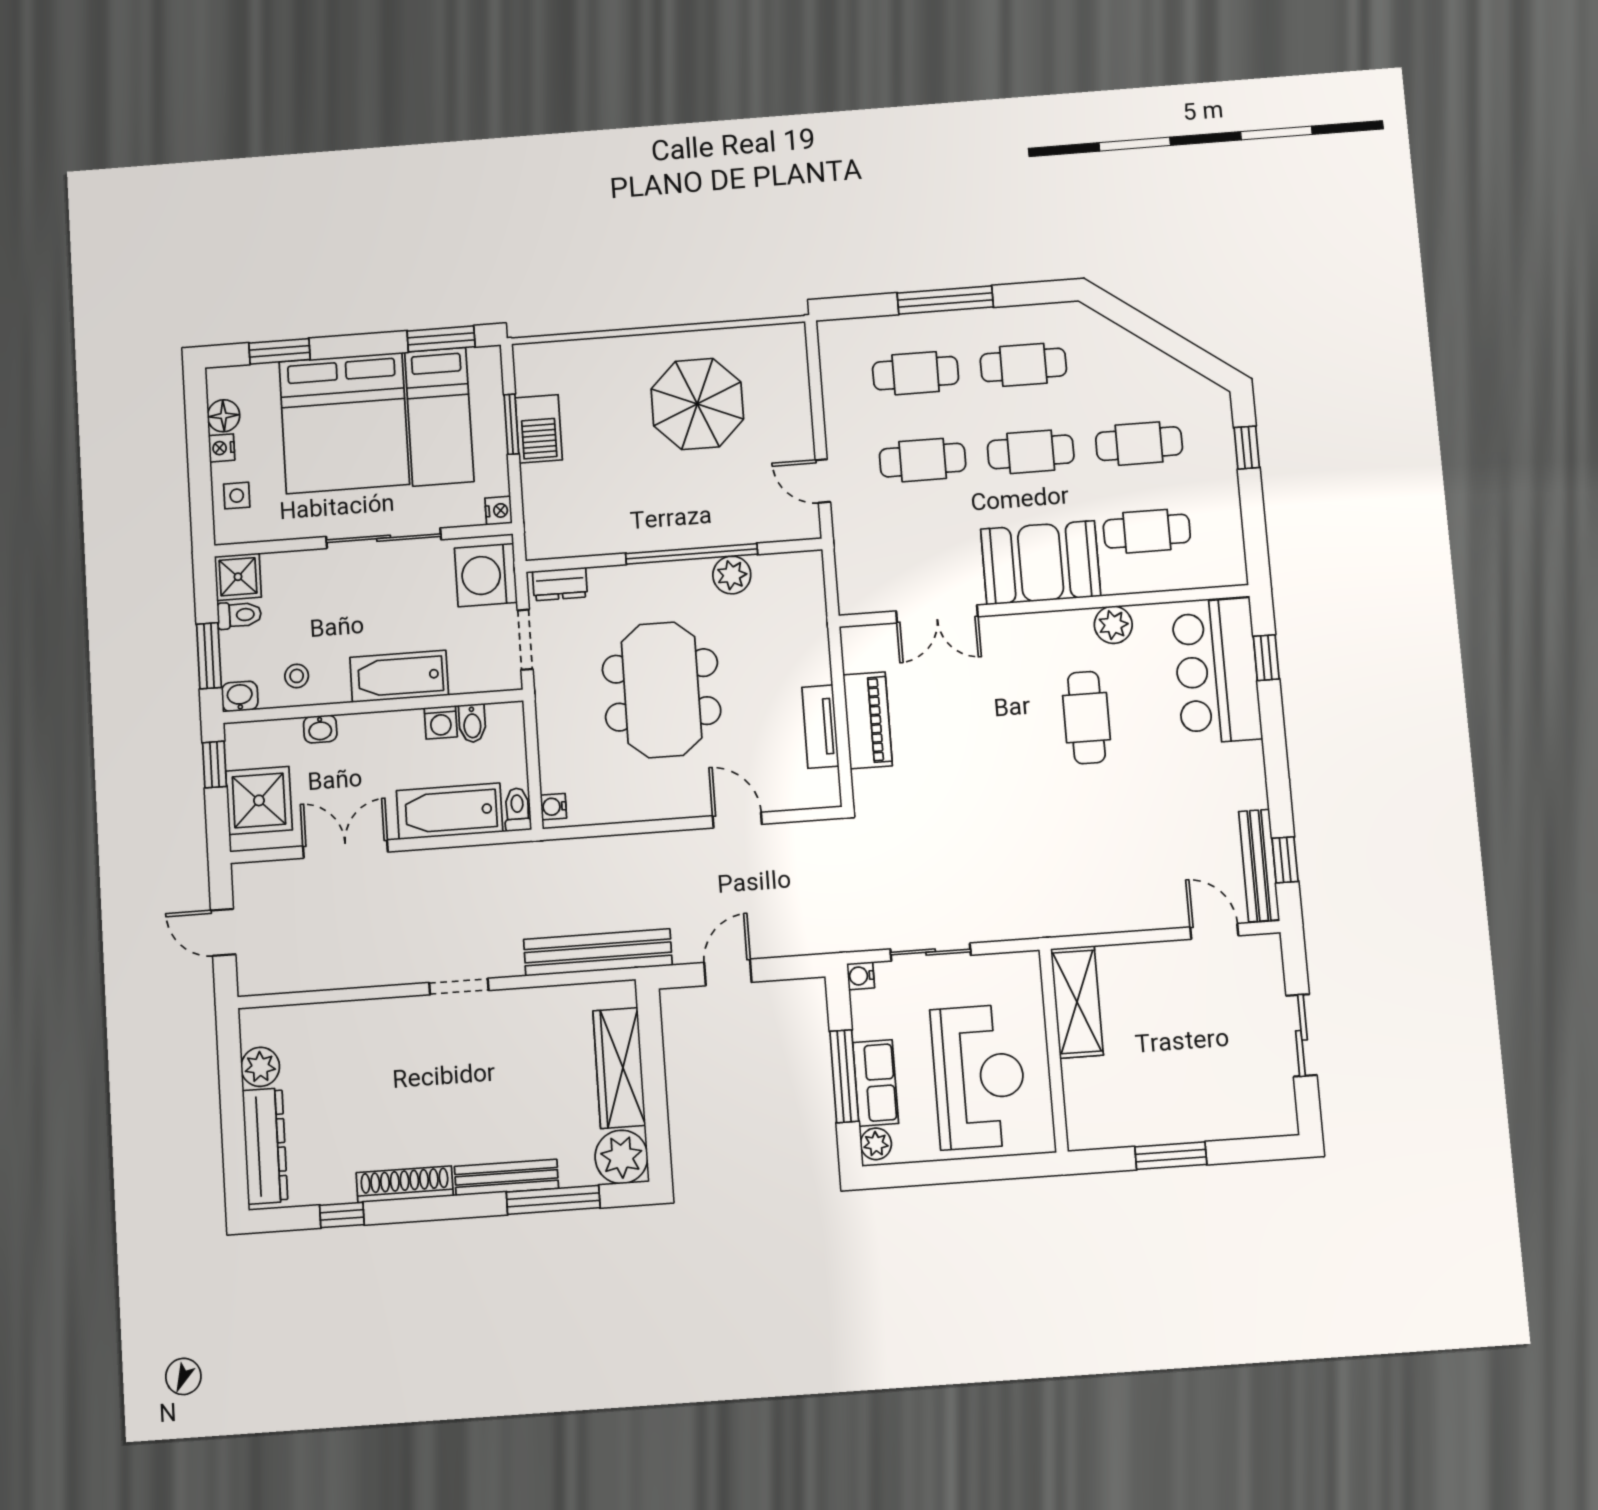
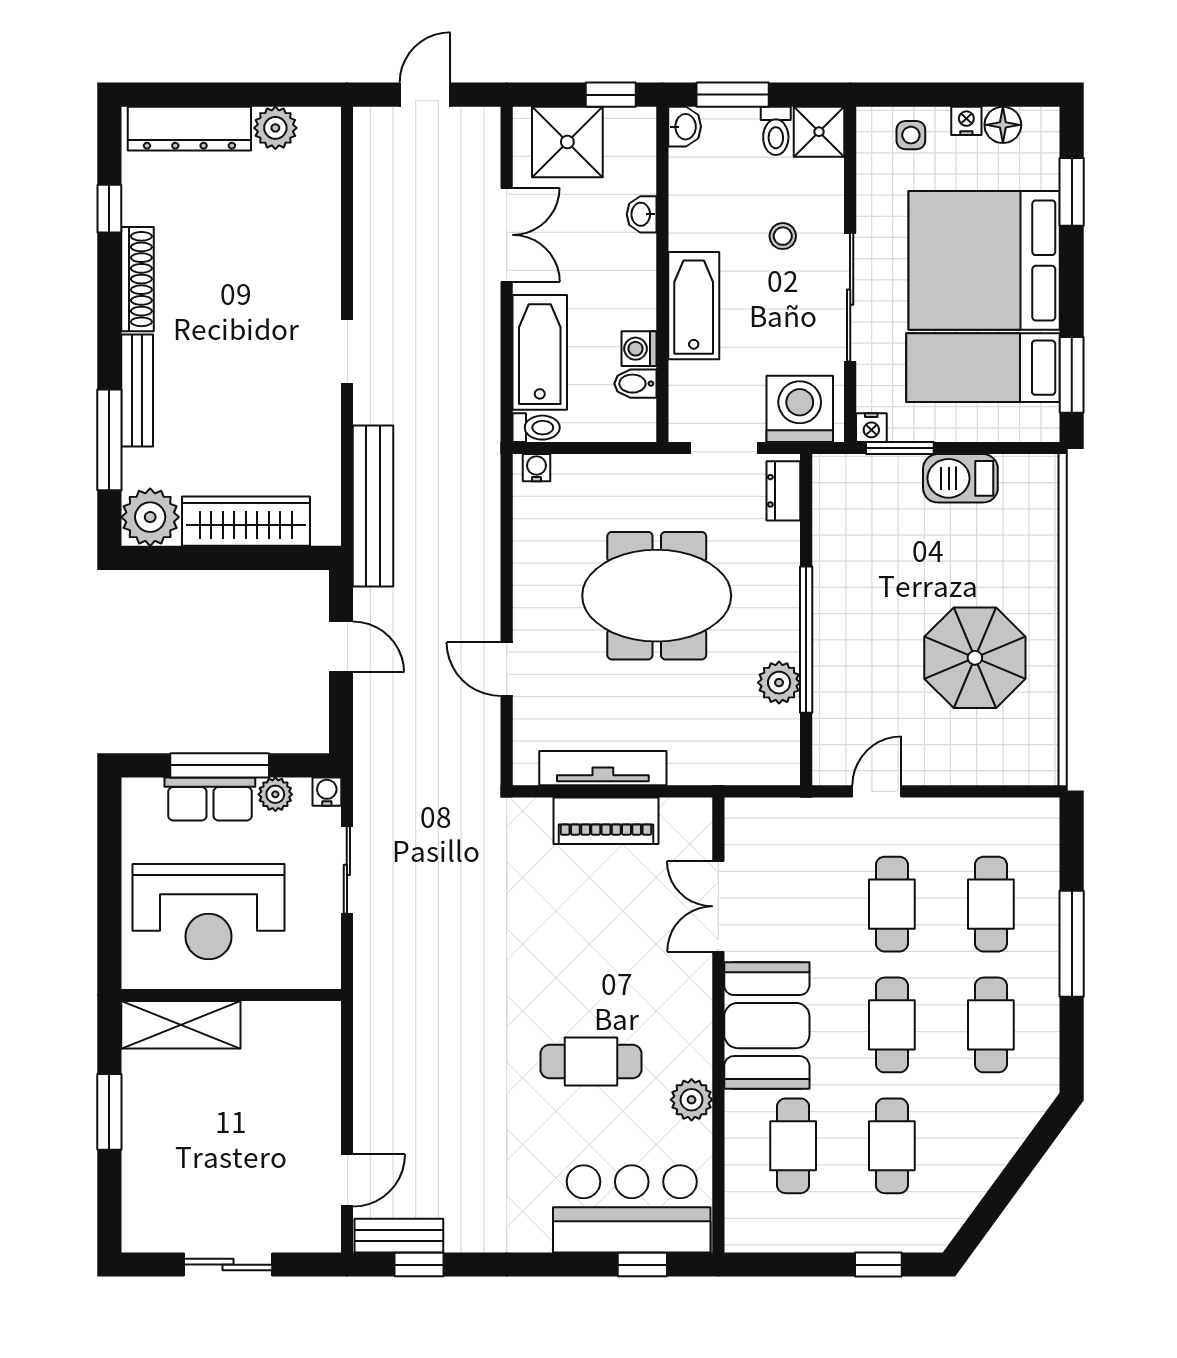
window: (511, 424) -> (900, 448), moved
stool: (297, 676) -> (783, 236), moved
tv unit: (820, 727) -> (603, 768), width x1.41
door: (737, 820) -> (507, 669), swing flipped
bench: (1259, 865) -> (399, 1236), width x0.73
shelving: (1077, 1002) -> (181, 1025), moved
plant: (876, 1144) -> (275, 794), moved

